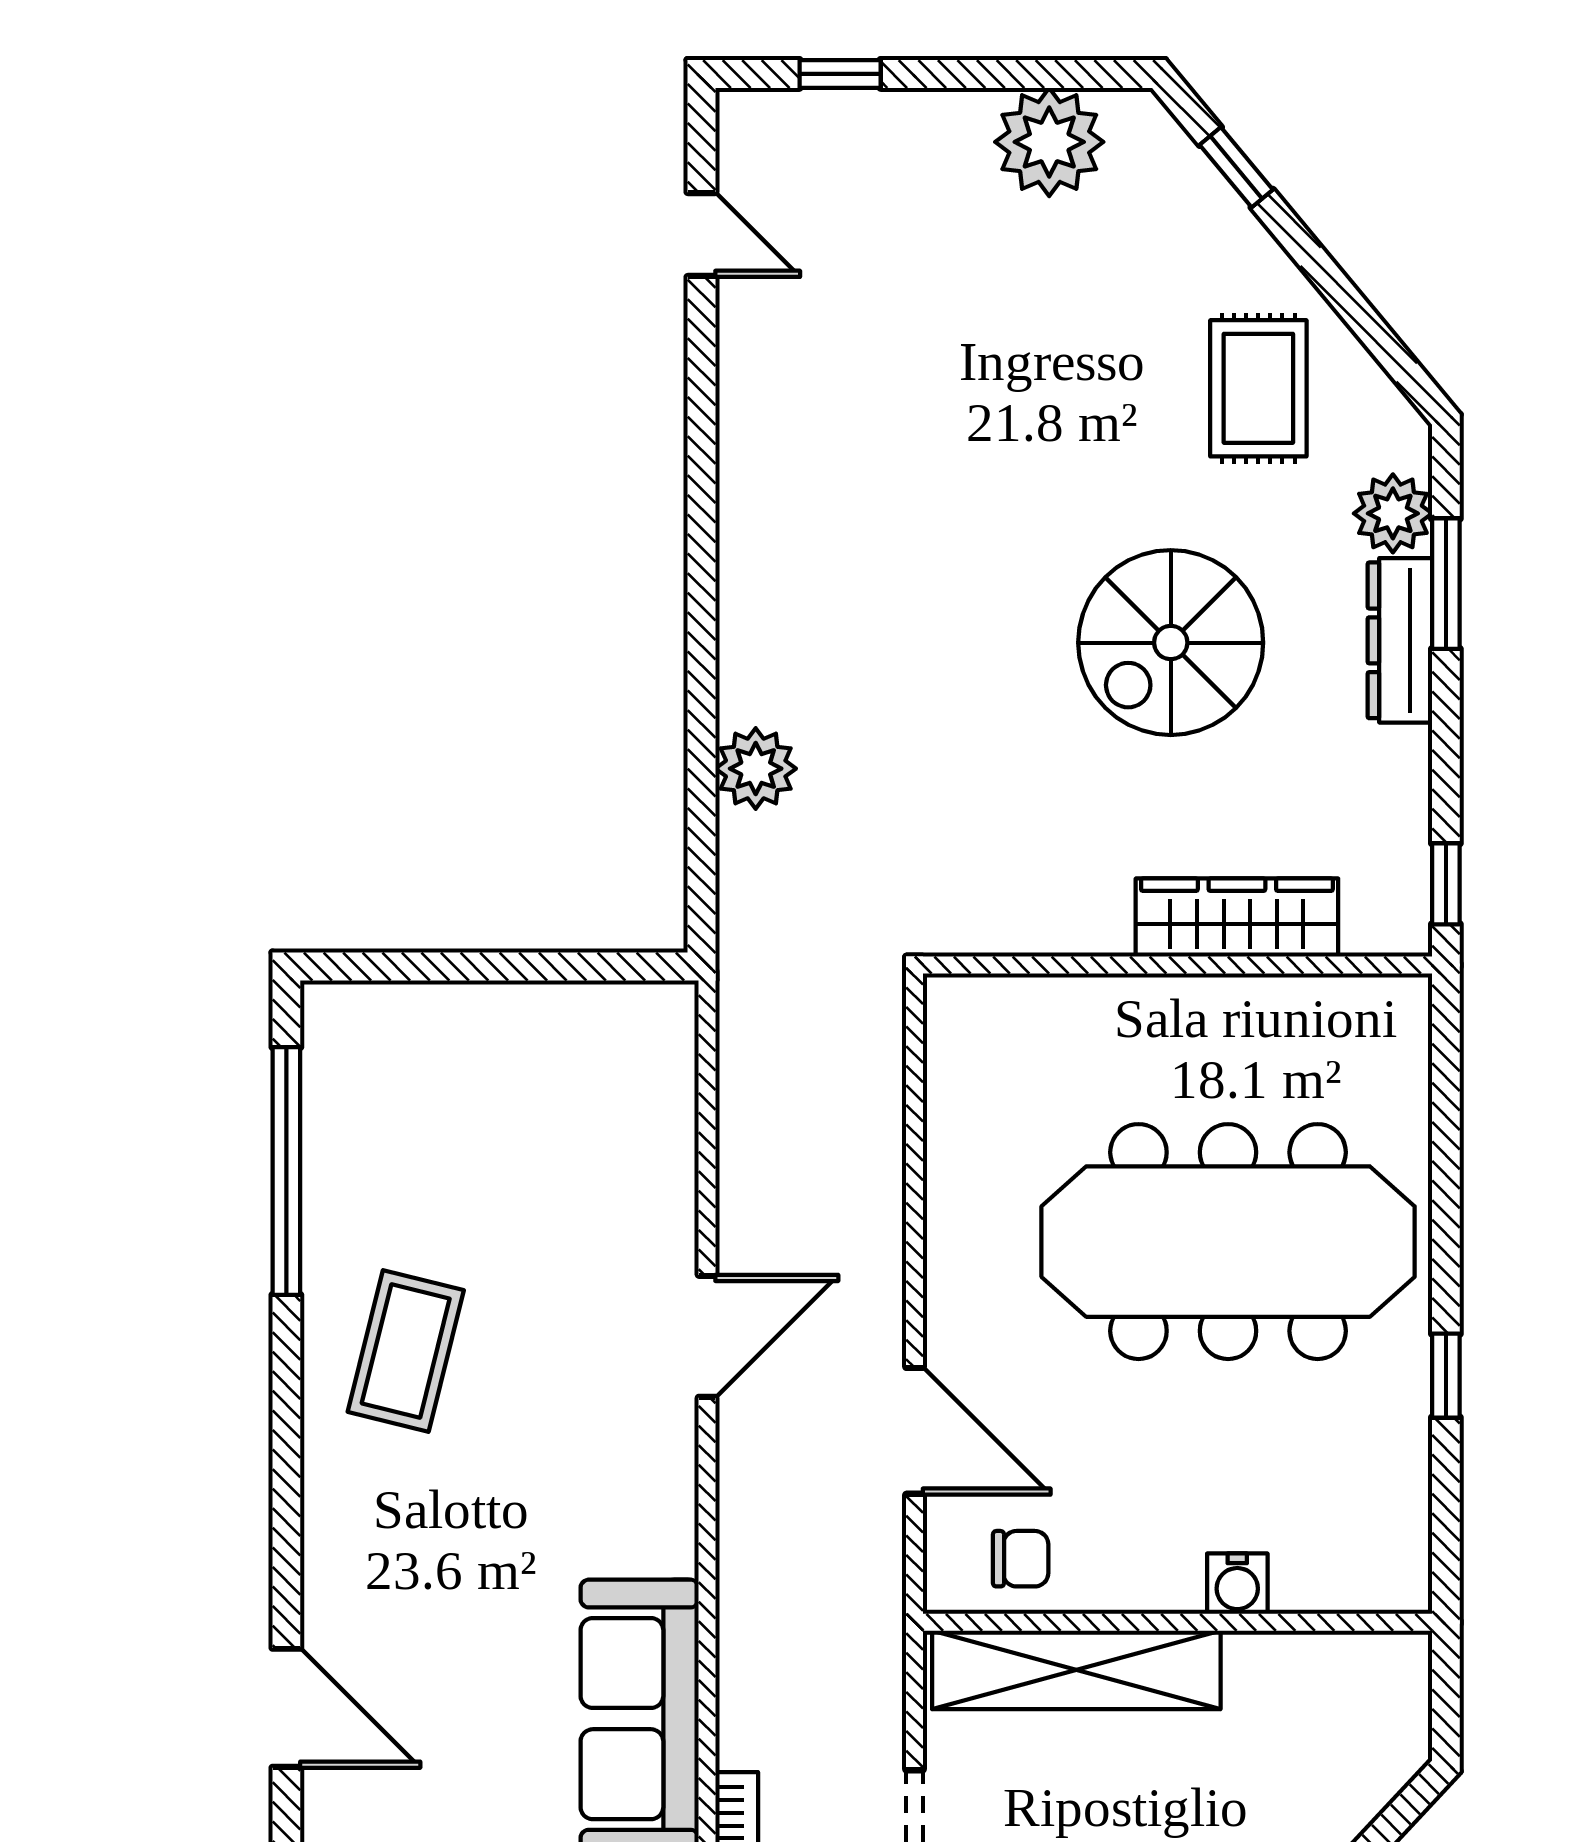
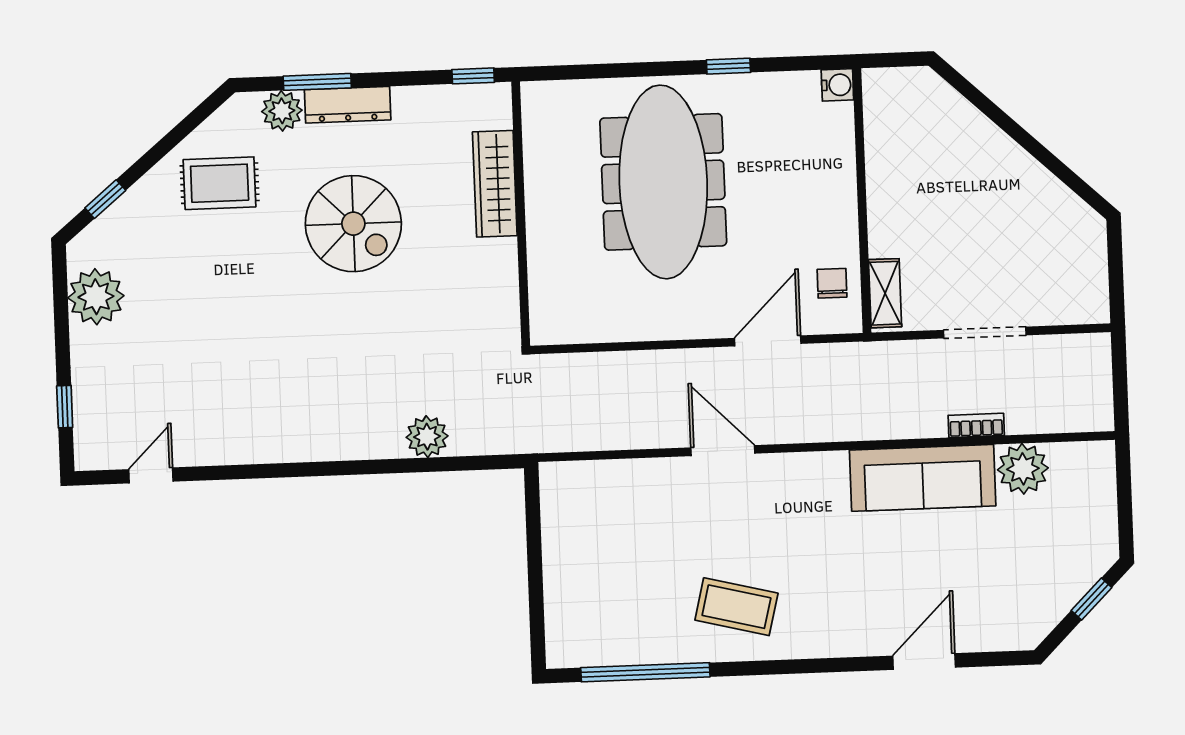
water cooler: (1237, 1584) -> (837, 85), moved
shelving: (1076, 1670) -> (885, 293), width x0.45, depth x0.75

